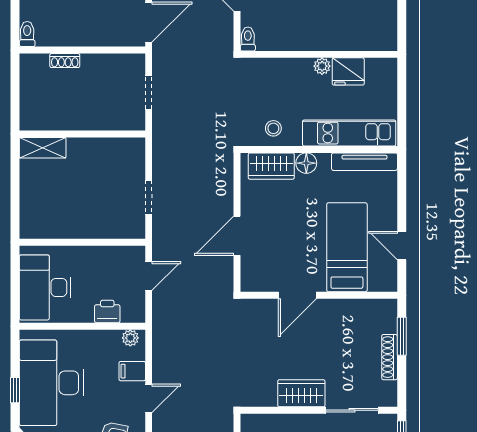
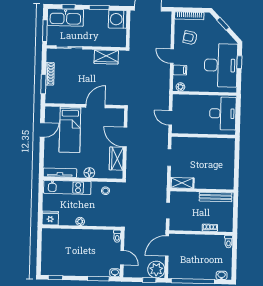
fridge: (348, 71) -> (50, 218), moved
bench: (55, 122) -> (216, 197), added
shelving: (43, 148) -> (182, 183), moved
wardrobe: (271, 166) -> (116, 159), moved, turned -90
door: (237, 236) -> (125, 137), swing flipped
door: (402, 246) -> (42, 130), hinge flipped
door: (149, 276) -> (170, 118), hinge flipped
printer: (107, 311) -> (192, 100), removed
wardrobe: (301, 393) -> (106, 57), moved
door: (149, 398) -> (172, 56), hinge flipped

